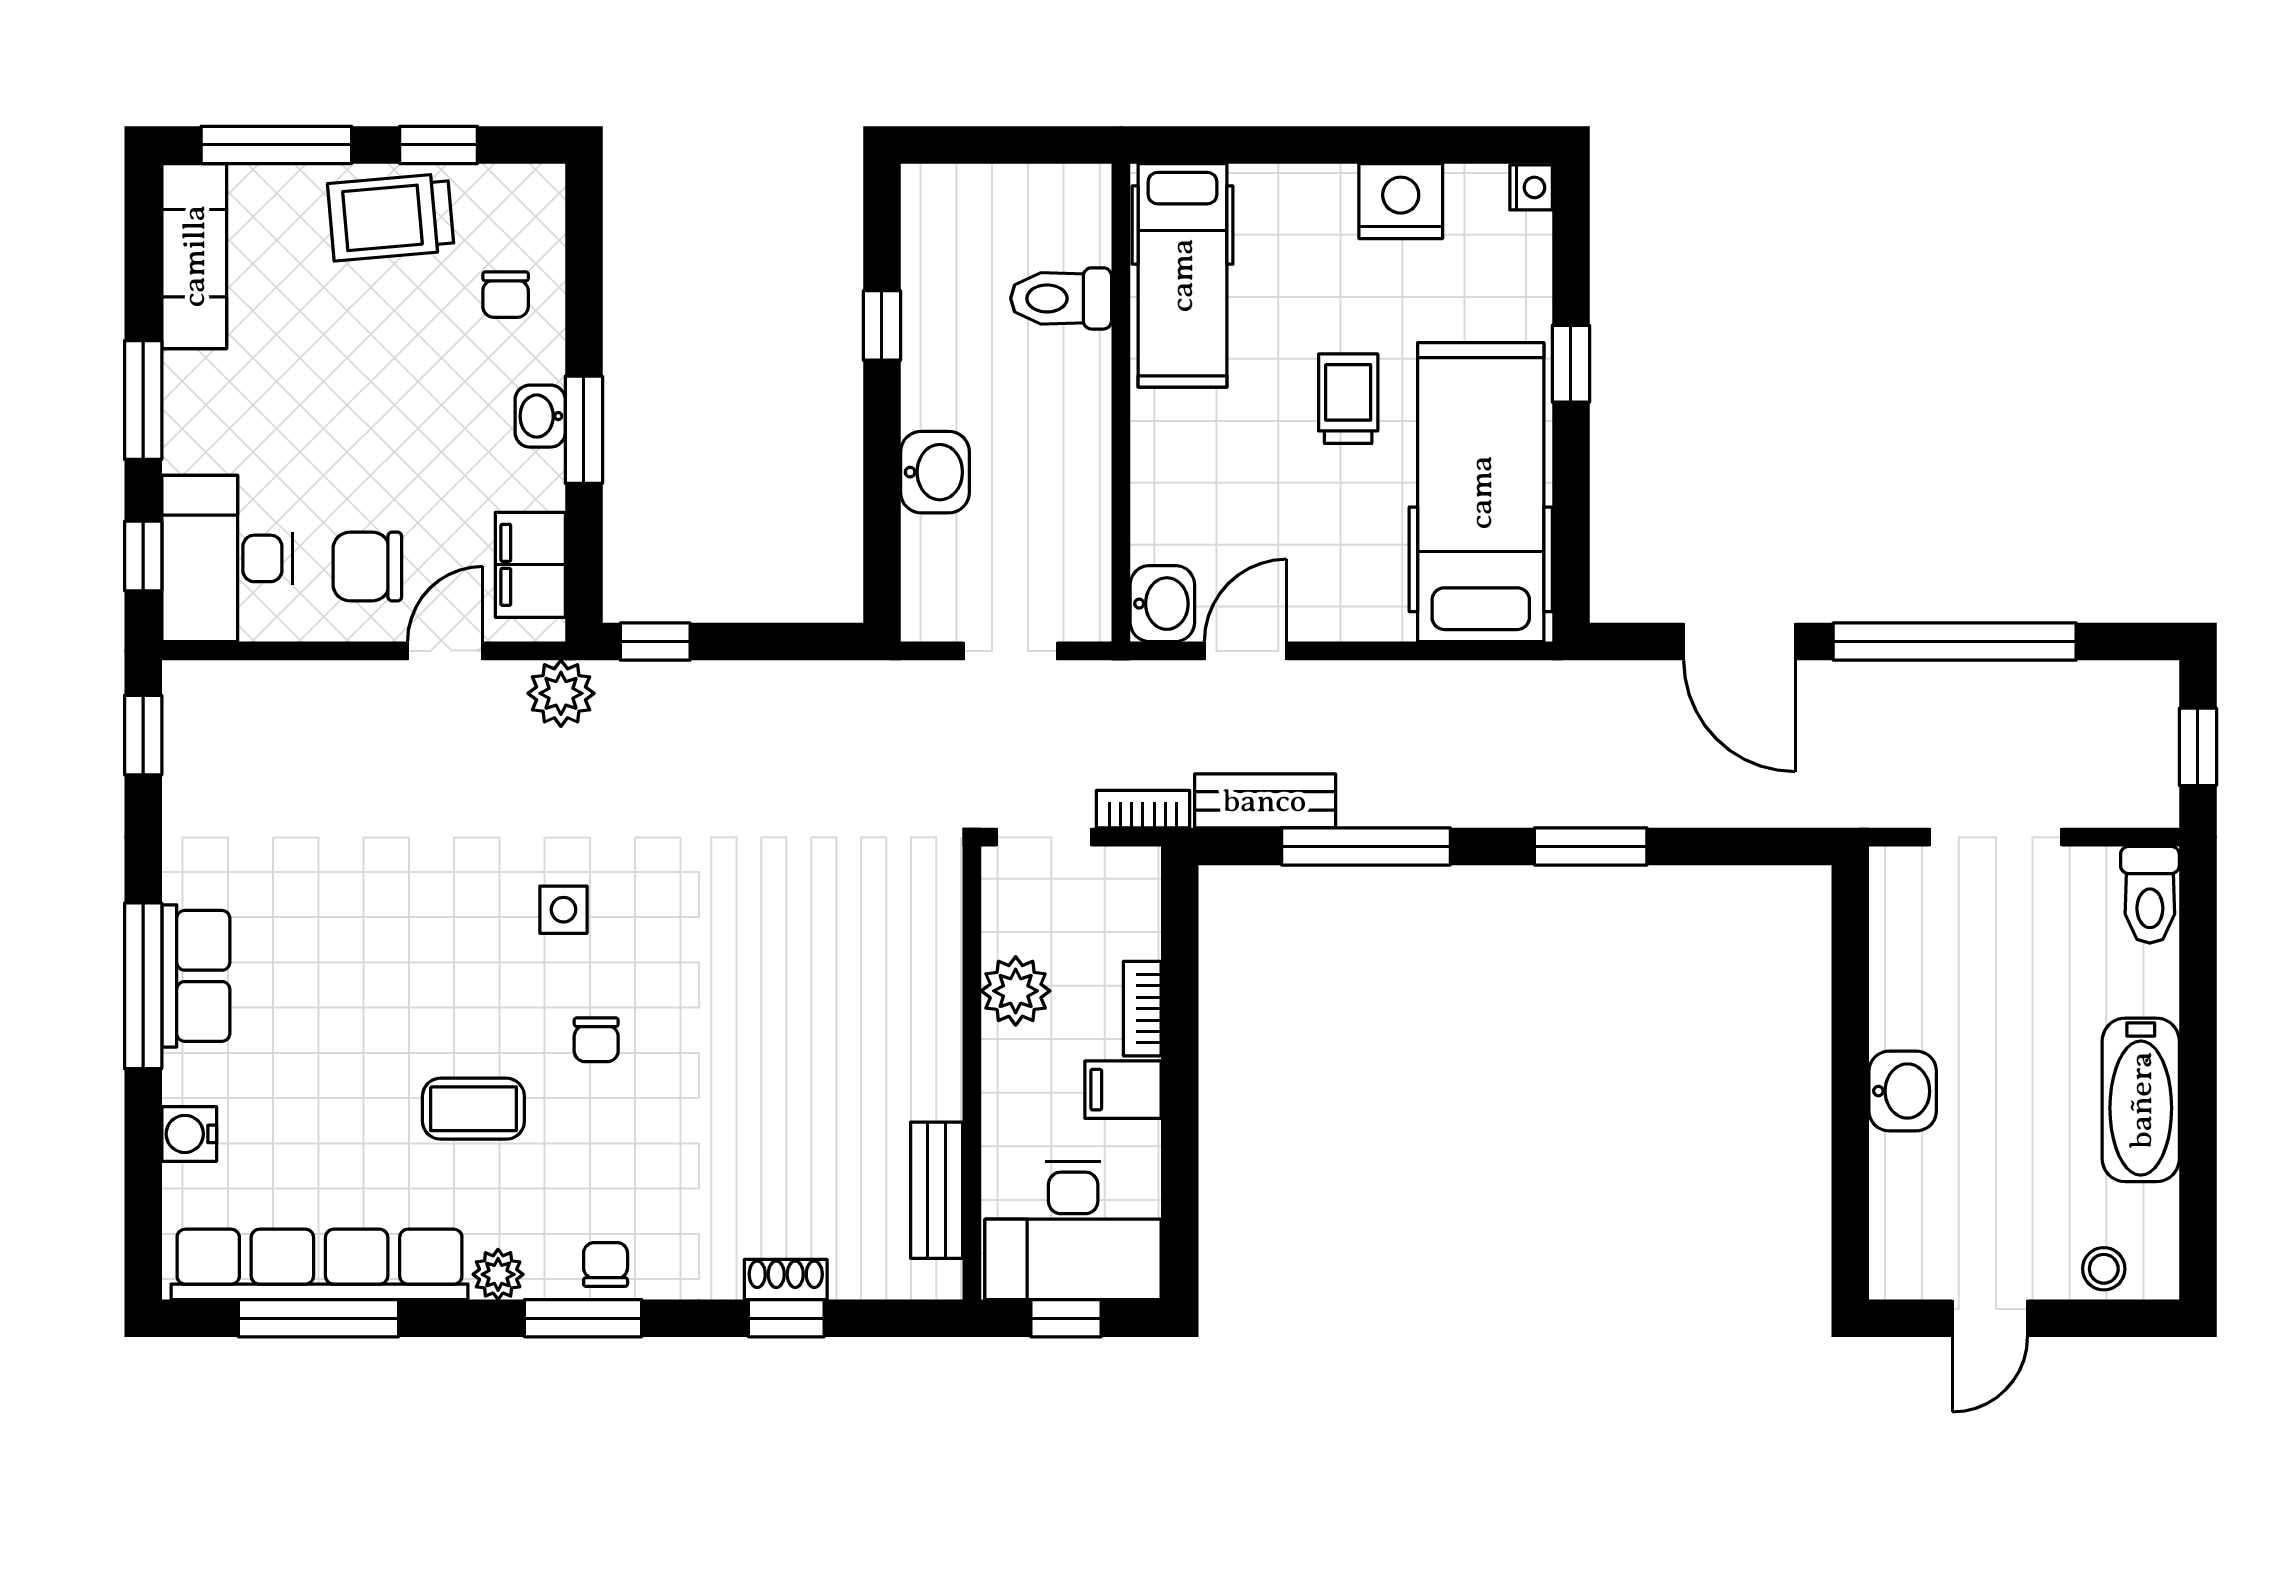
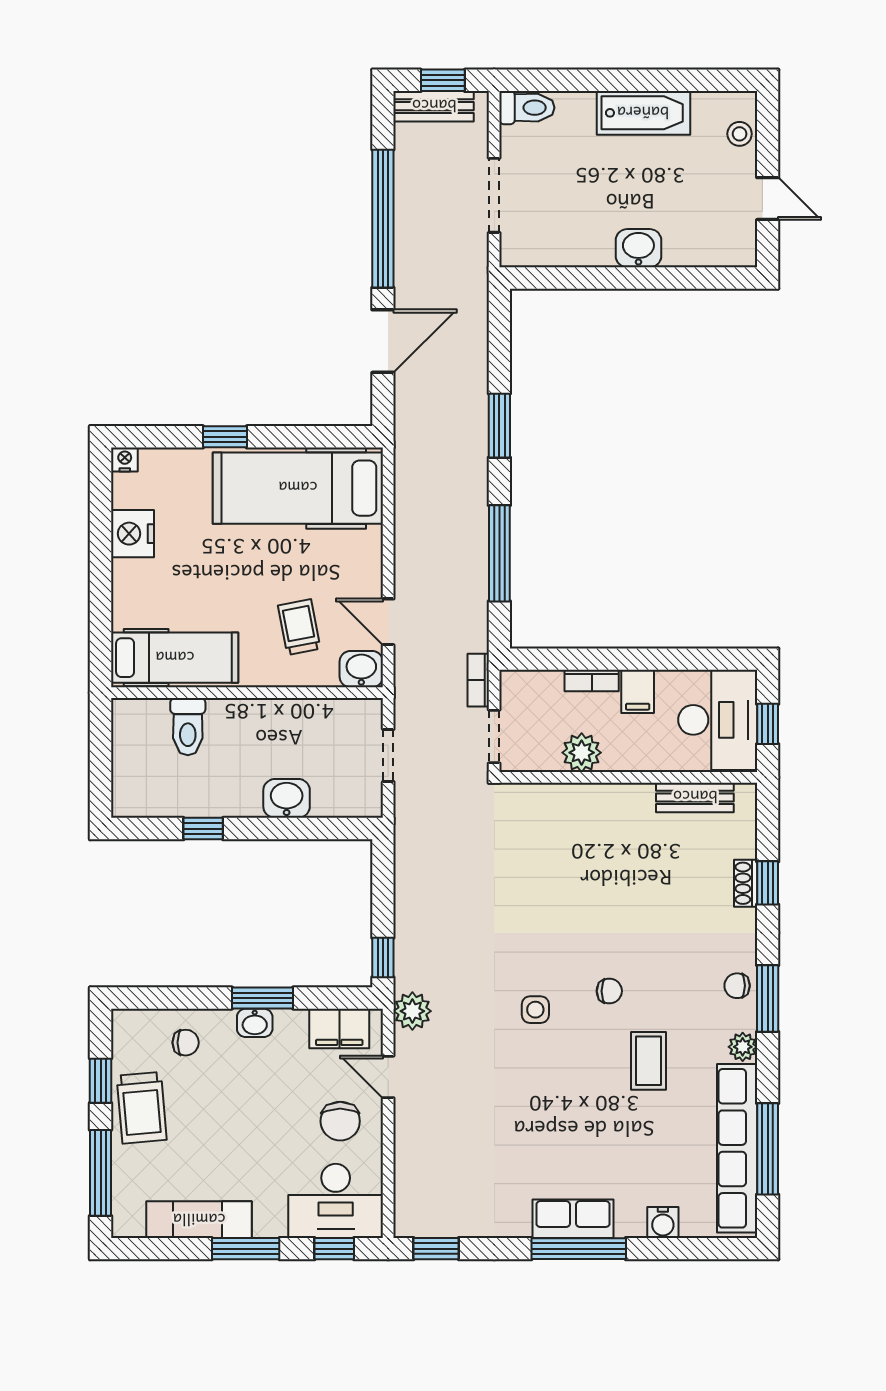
exam couch: (194, 256) -> (199, 1220), moved
trolley: (1348, 399) -> (299, 627), moved, turned 79
bench: (1265, 801) -> (434, 106), moved, turned 90

